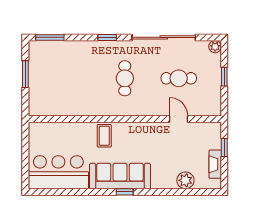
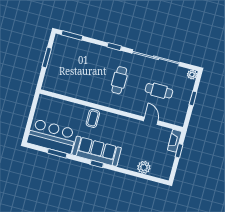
fireplace: (215, 164) -> (175, 141), moved
window: (71, 192) -> (57, 153), added

